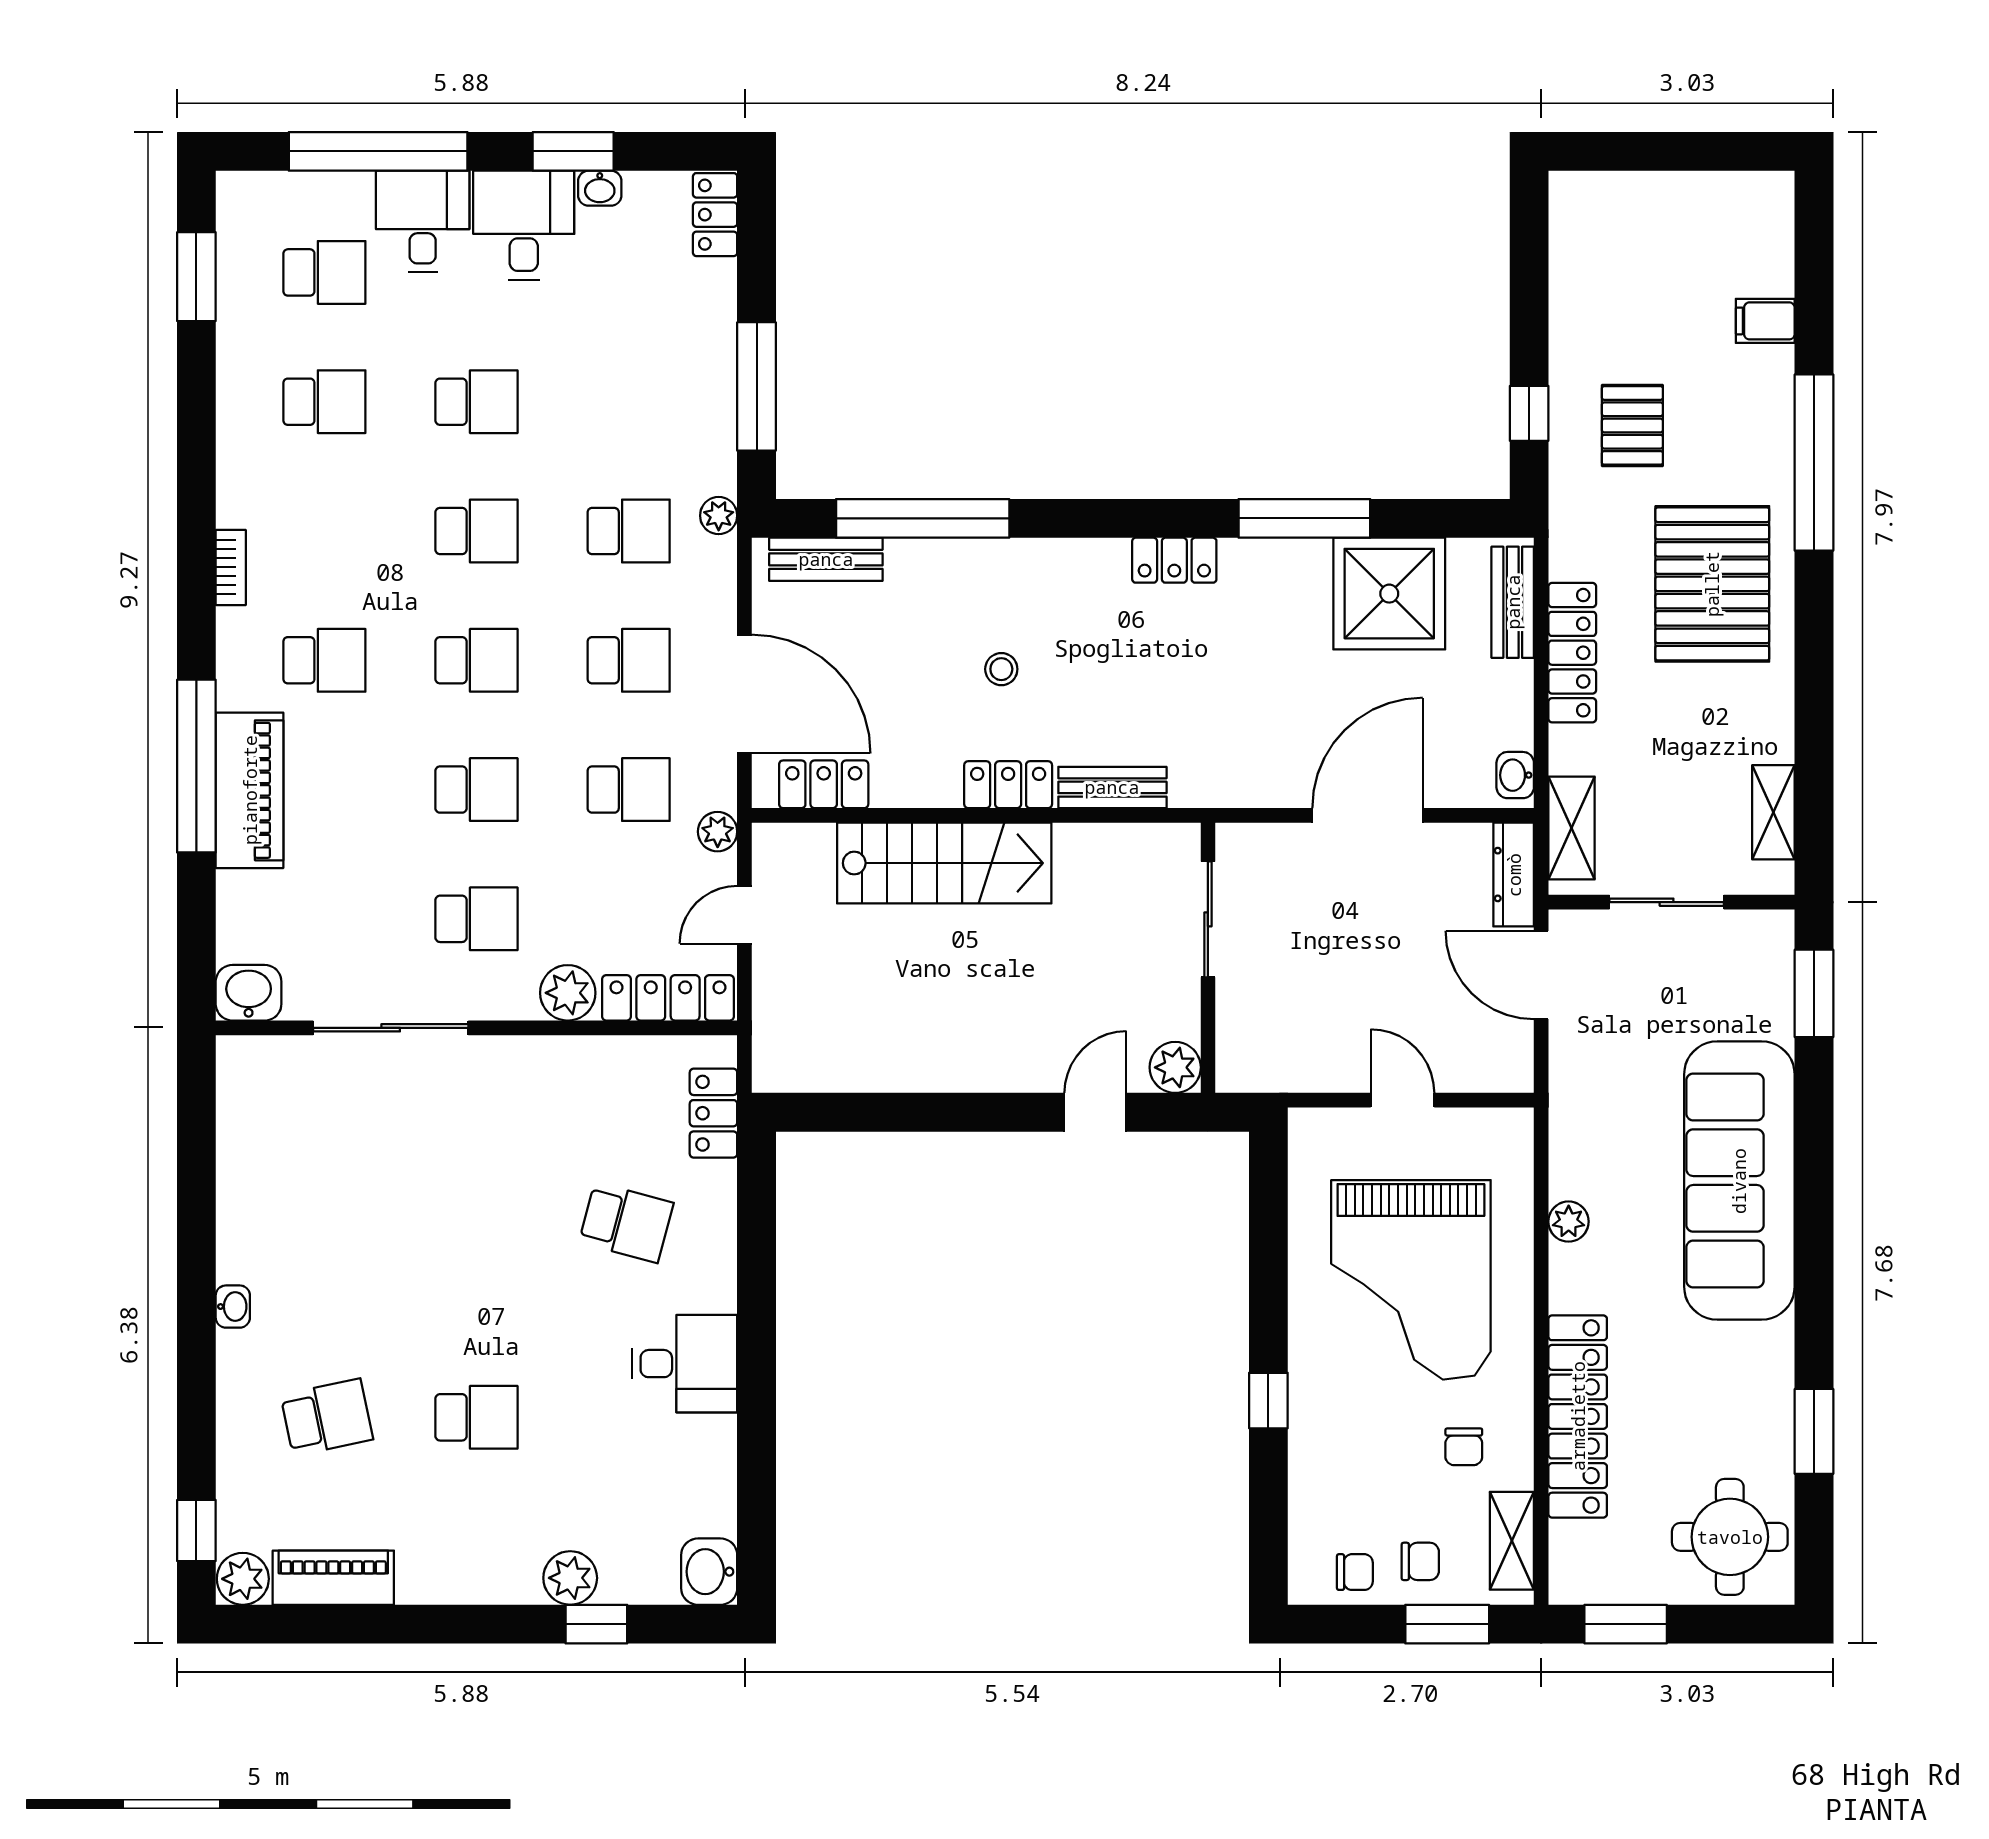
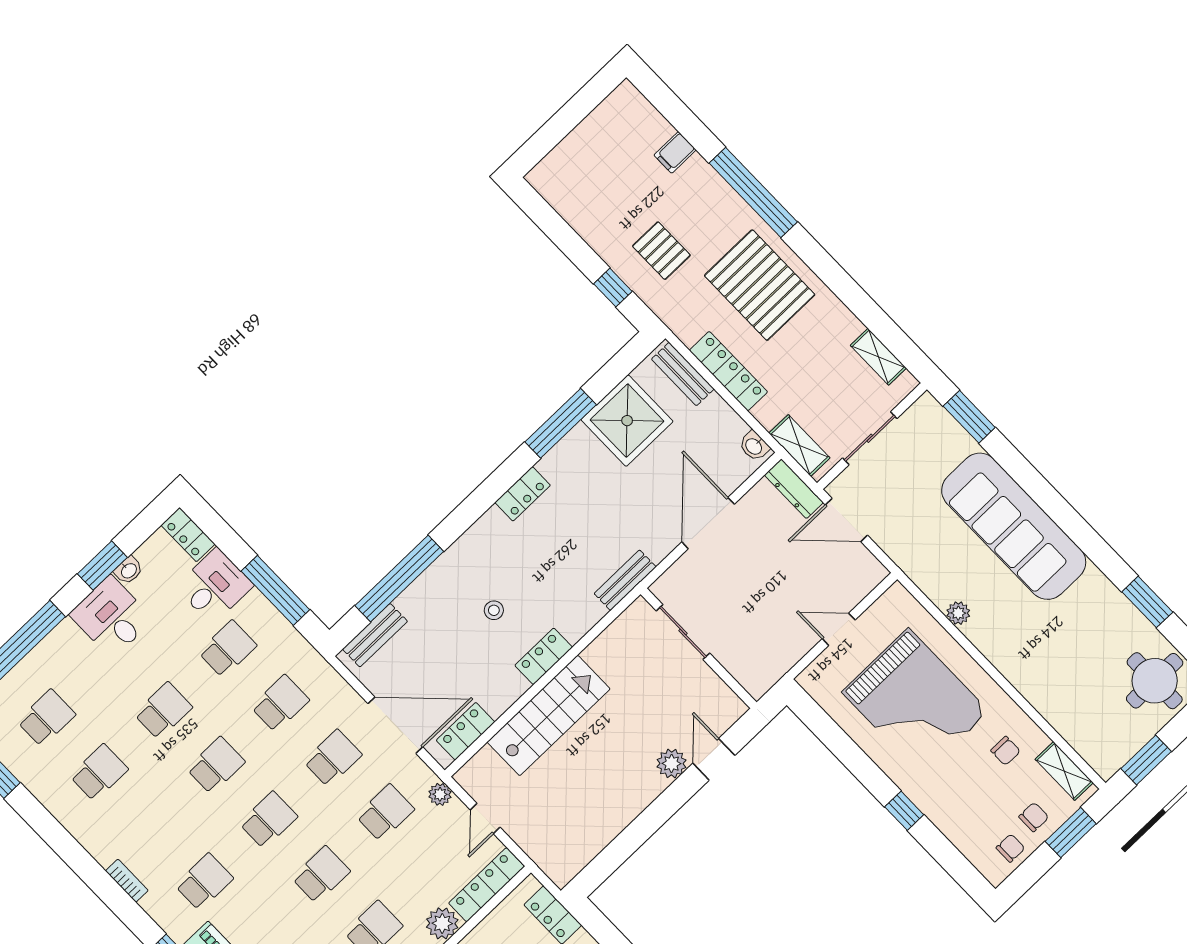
desk: (423, 221) -> (214, 586), moved, turned 90
school desk: (629, 402) -> (228, 649), added
plant: (719, 516) -> (312, 660), removed
bench: (1112, 787) -> (625, 580), moved
plant: (1175, 1067) -> (672, 763), moved
locker: (1578, 1416) -> (1041, 692), removed

